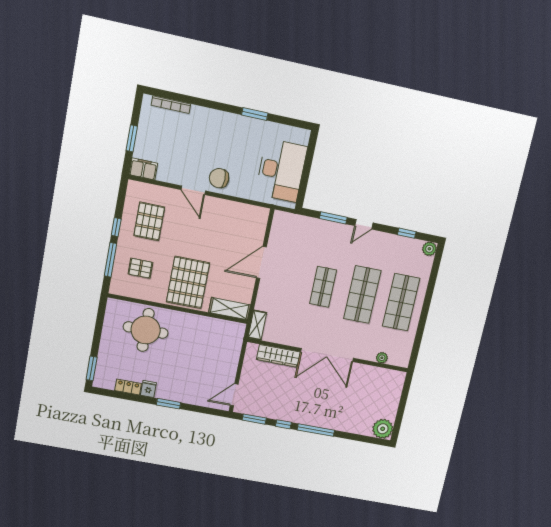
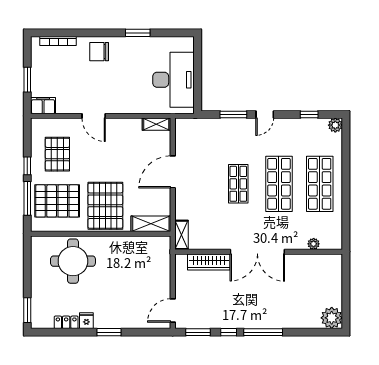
chair: (219, 178) -> (99, 52), moved
shelving: (255, 212) -> (156, 124), added
pallet: (140, 268) -> (57, 201), width x2.05, depth x2.00

